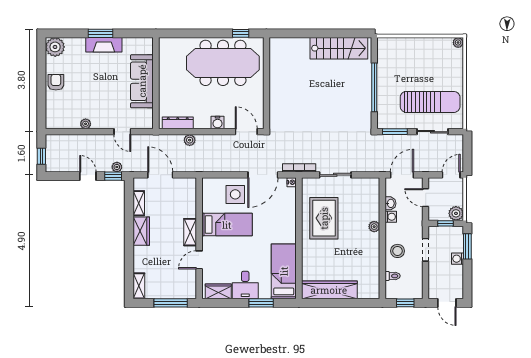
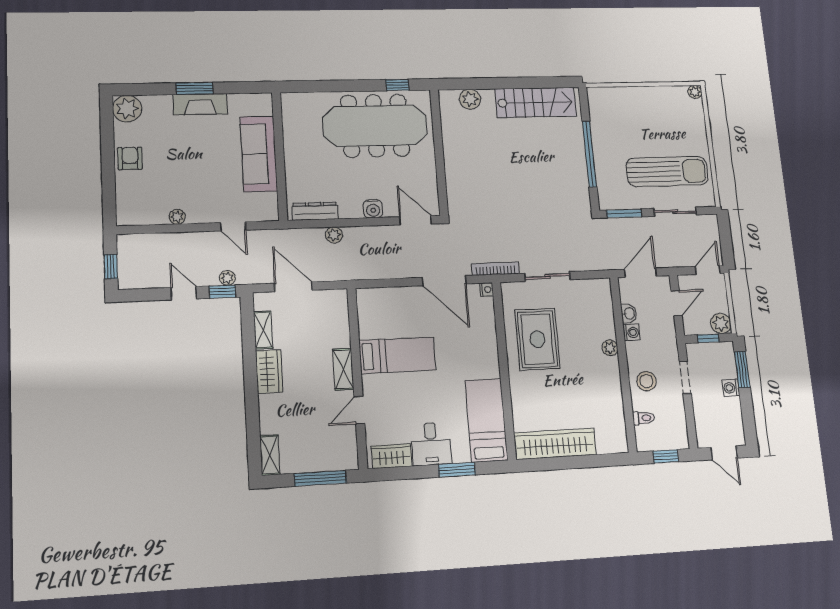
plant: (292, 45) -> (470, 99), added
door: (263, 175) -> (444, 281), hinge flipped
side table: (235, 194) -> (406, 311), removed
door: (426, 198) -> (677, 303), swing flipped

